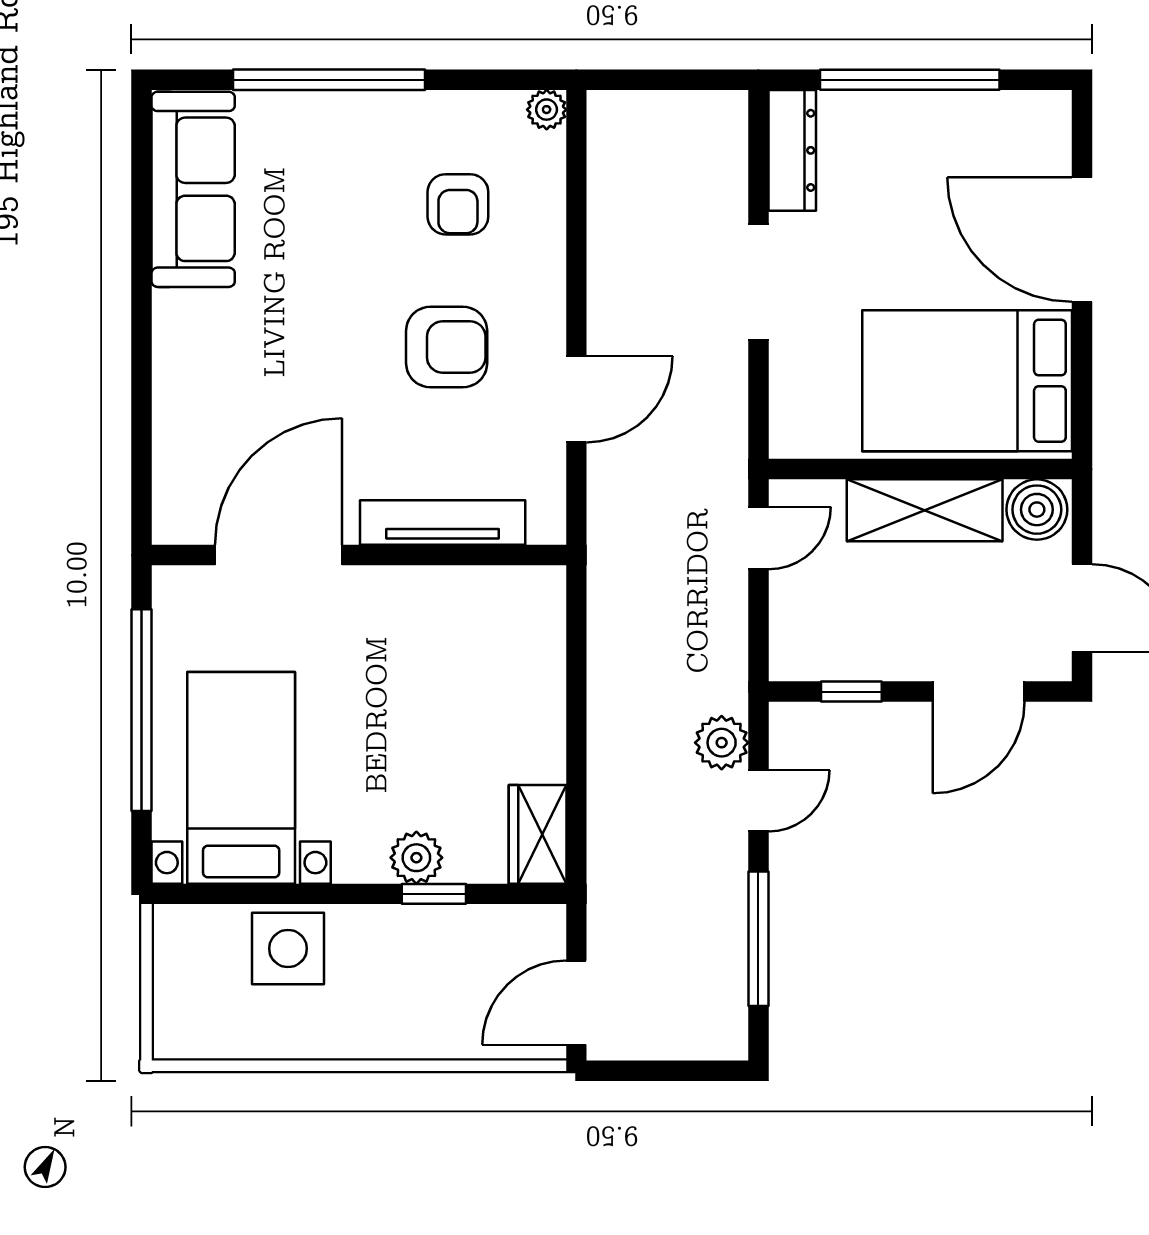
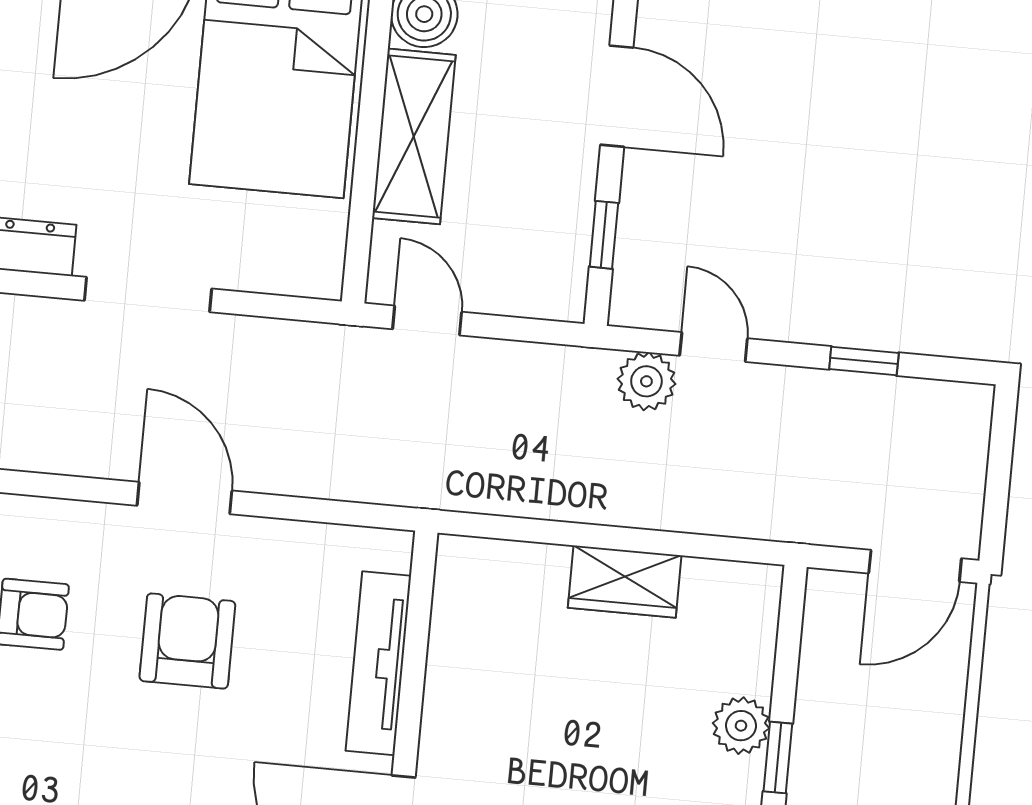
door: (576, 399) -> (184, 498), moved
wardrobe: (538, 834) -> (625, 582), moved
window: (434, 894) -> (778, 758), moved
window: (758, 939) -> (864, 361), width x0.46
door: (576, 1003) -> (915, 566), hinge flipped

